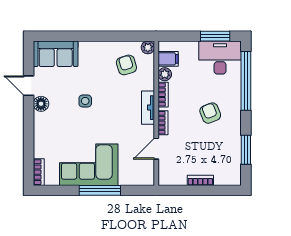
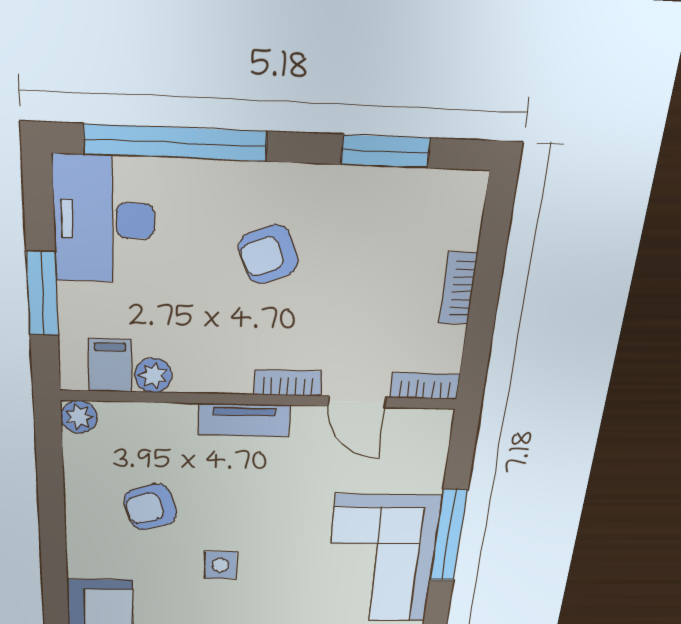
window: (215, 36) -> (42, 294), moved
armchair: (126, 65) -> (150, 507), moved
bookcase: (163, 95) -> (425, 386), moved

